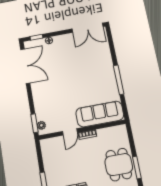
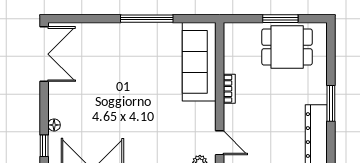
door: (70, 132) -> (220, 143), moved
window: (137, 167) -> (280, 19), moved

